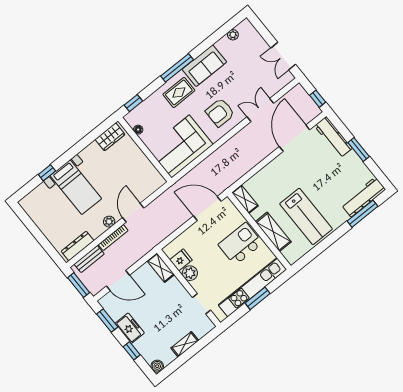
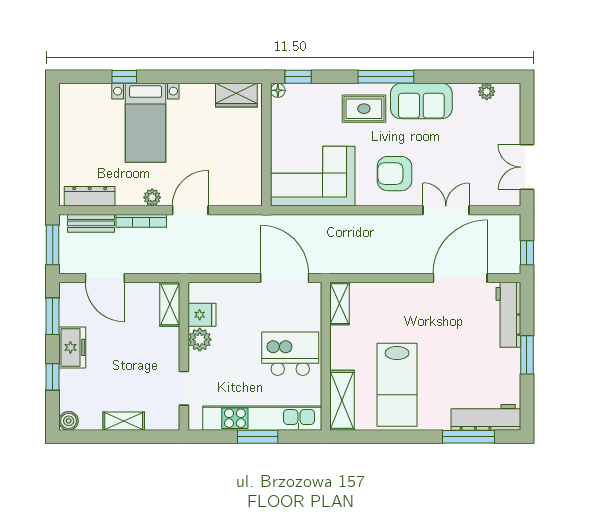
floor lamp: (138, 130) -> (278, 90), moved
shelving: (273, 232) -> (342, 400), moved

